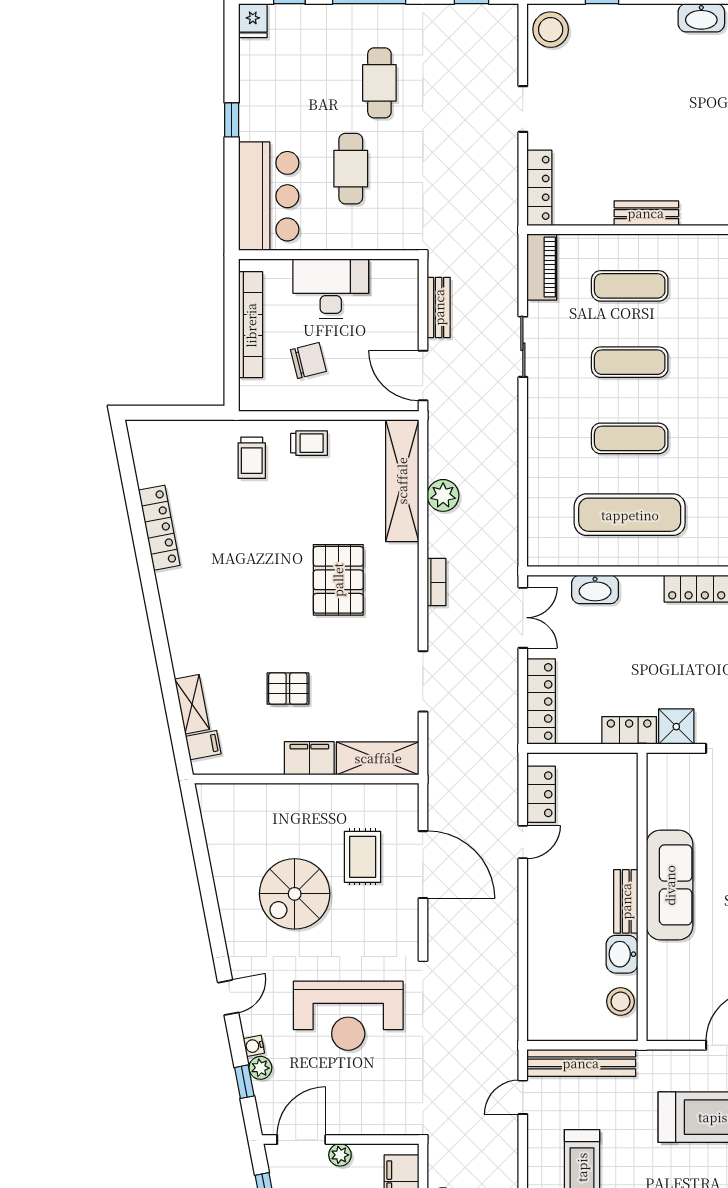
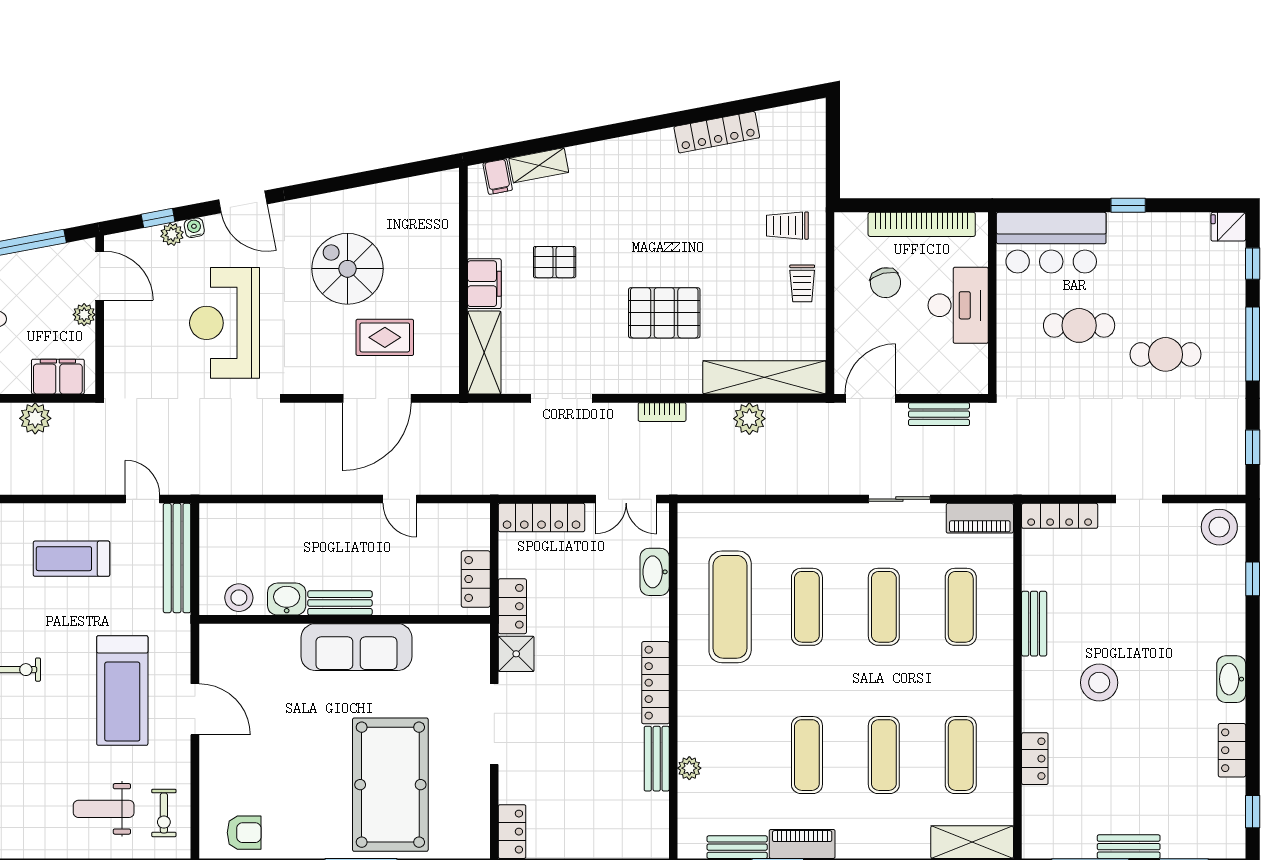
stool: (705, 149) -> (1099, 683), added
pallet: (288, 689) -> (555, 262), turned 90
locker: (541, 794) -> (476, 579), moved, turned 90
door: (228, 998) -> (243, 202), width x1.38

